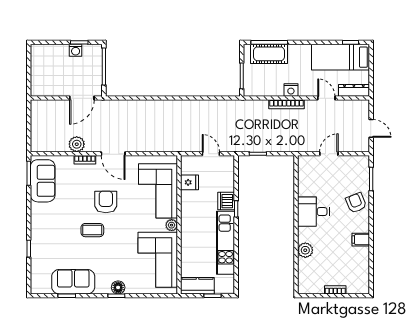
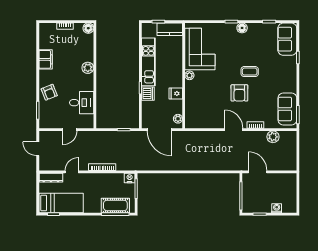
washing machine: (76, 50) -> (277, 208), moved
nightstand: (291, 90) -> (130, 178), moved
door: (82, 98) -> (258, 172), hinge flipped
door: (326, 98) -> (72, 172), swing flipped
plant: (77, 144) -> (273, 137), moved
door: (211, 154) -> (160, 130), width x1.88
plant: (187, 168) -> (178, 119), added
fridge: (190, 182) -> (176, 93), moved
corner sofa: (158, 191) -> (200, 101), removed
desk: (314, 212) -> (82, 103), moved
filing cabinet: (361, 240) -> (46, 59), width x2.00
plant: (305, 250) -> (88, 68), moved
sofa: (73, 282) -> (287, 39), moved, turned 90
floor lamp: (118, 287) -> (242, 28), moved
floor lamp: (305, 287) -> (88, 28), added

